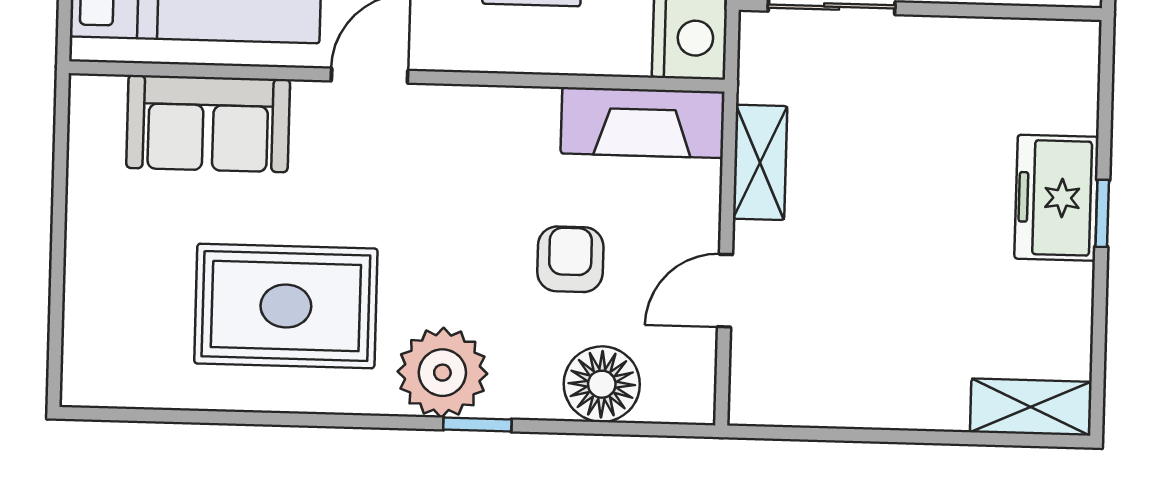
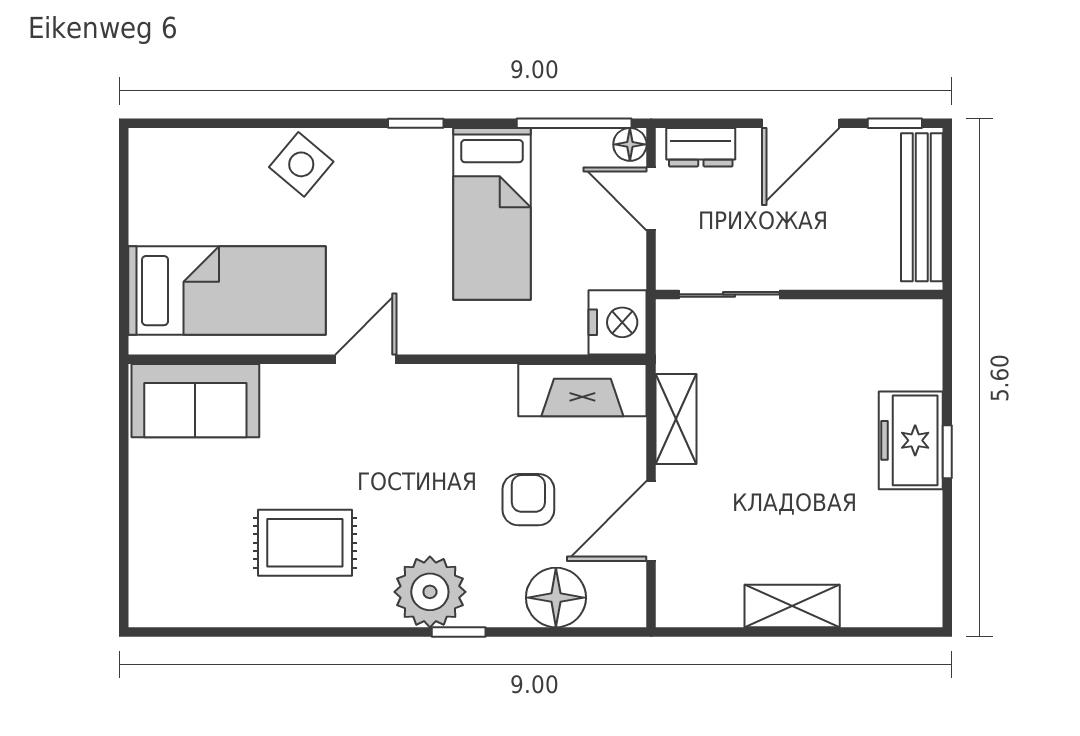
sofa: (208, 124) -> (195, 401), moved
door: (725, 291) -> (651, 521), width x1.38
rug: (286, 306) -> (305, 543), width x0.73, depth x0.70
shelving: (1031, 407) -> (792, 606), moved

